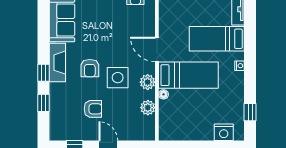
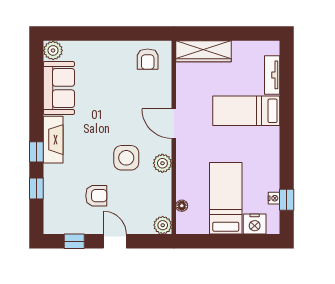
nightstand: (240, 66) -> (274, 198), moved
armchair: (90, 68) -> (93, 146), removed
bed: (188, 75) -> (226, 198), moved, turned -90
floor lamp: (164, 94) -> (182, 206), moved
plant: (148, 108) -> (163, 225), moved

